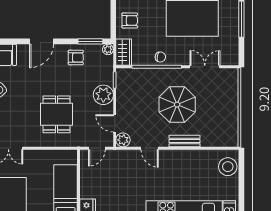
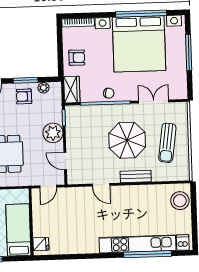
window: (90, 41) -> (26, 80), moved
plant: (108, 49) -> (44, 88), moved
armchair: (76, 58) -> (24, 96), turned 180
sun lounger: (217, 109) -> (167, 143), added
plant: (123, 140) -> (74, 177), removed

